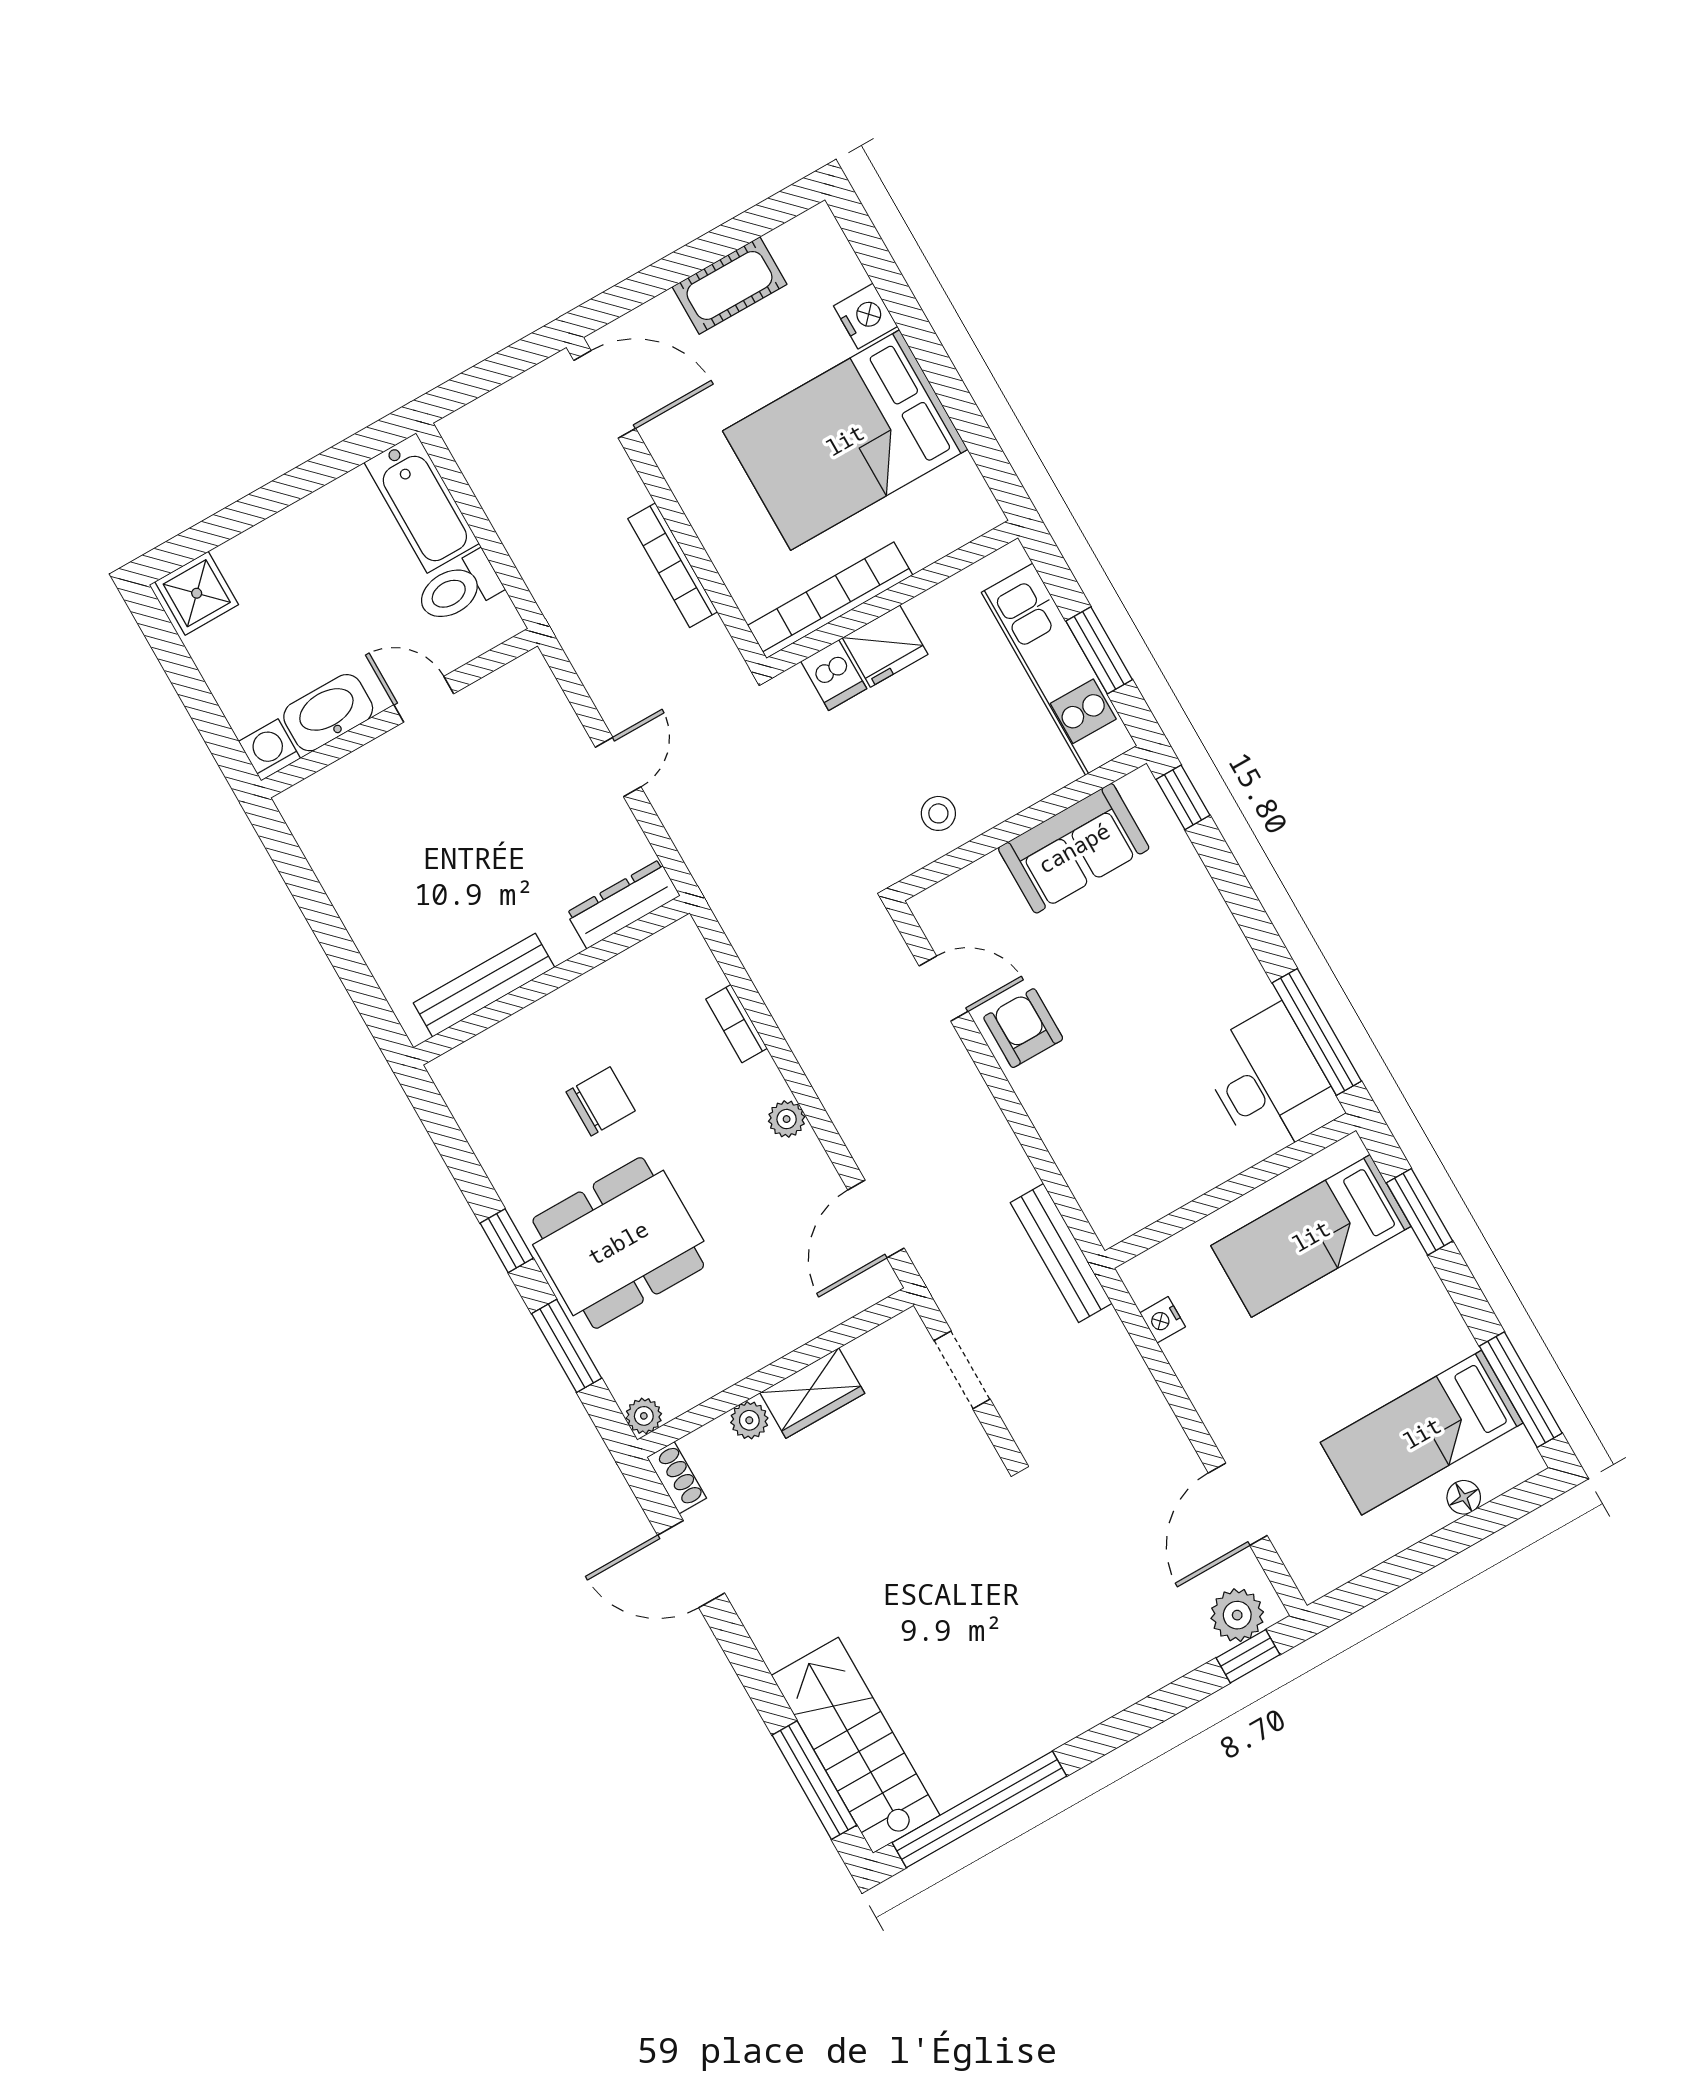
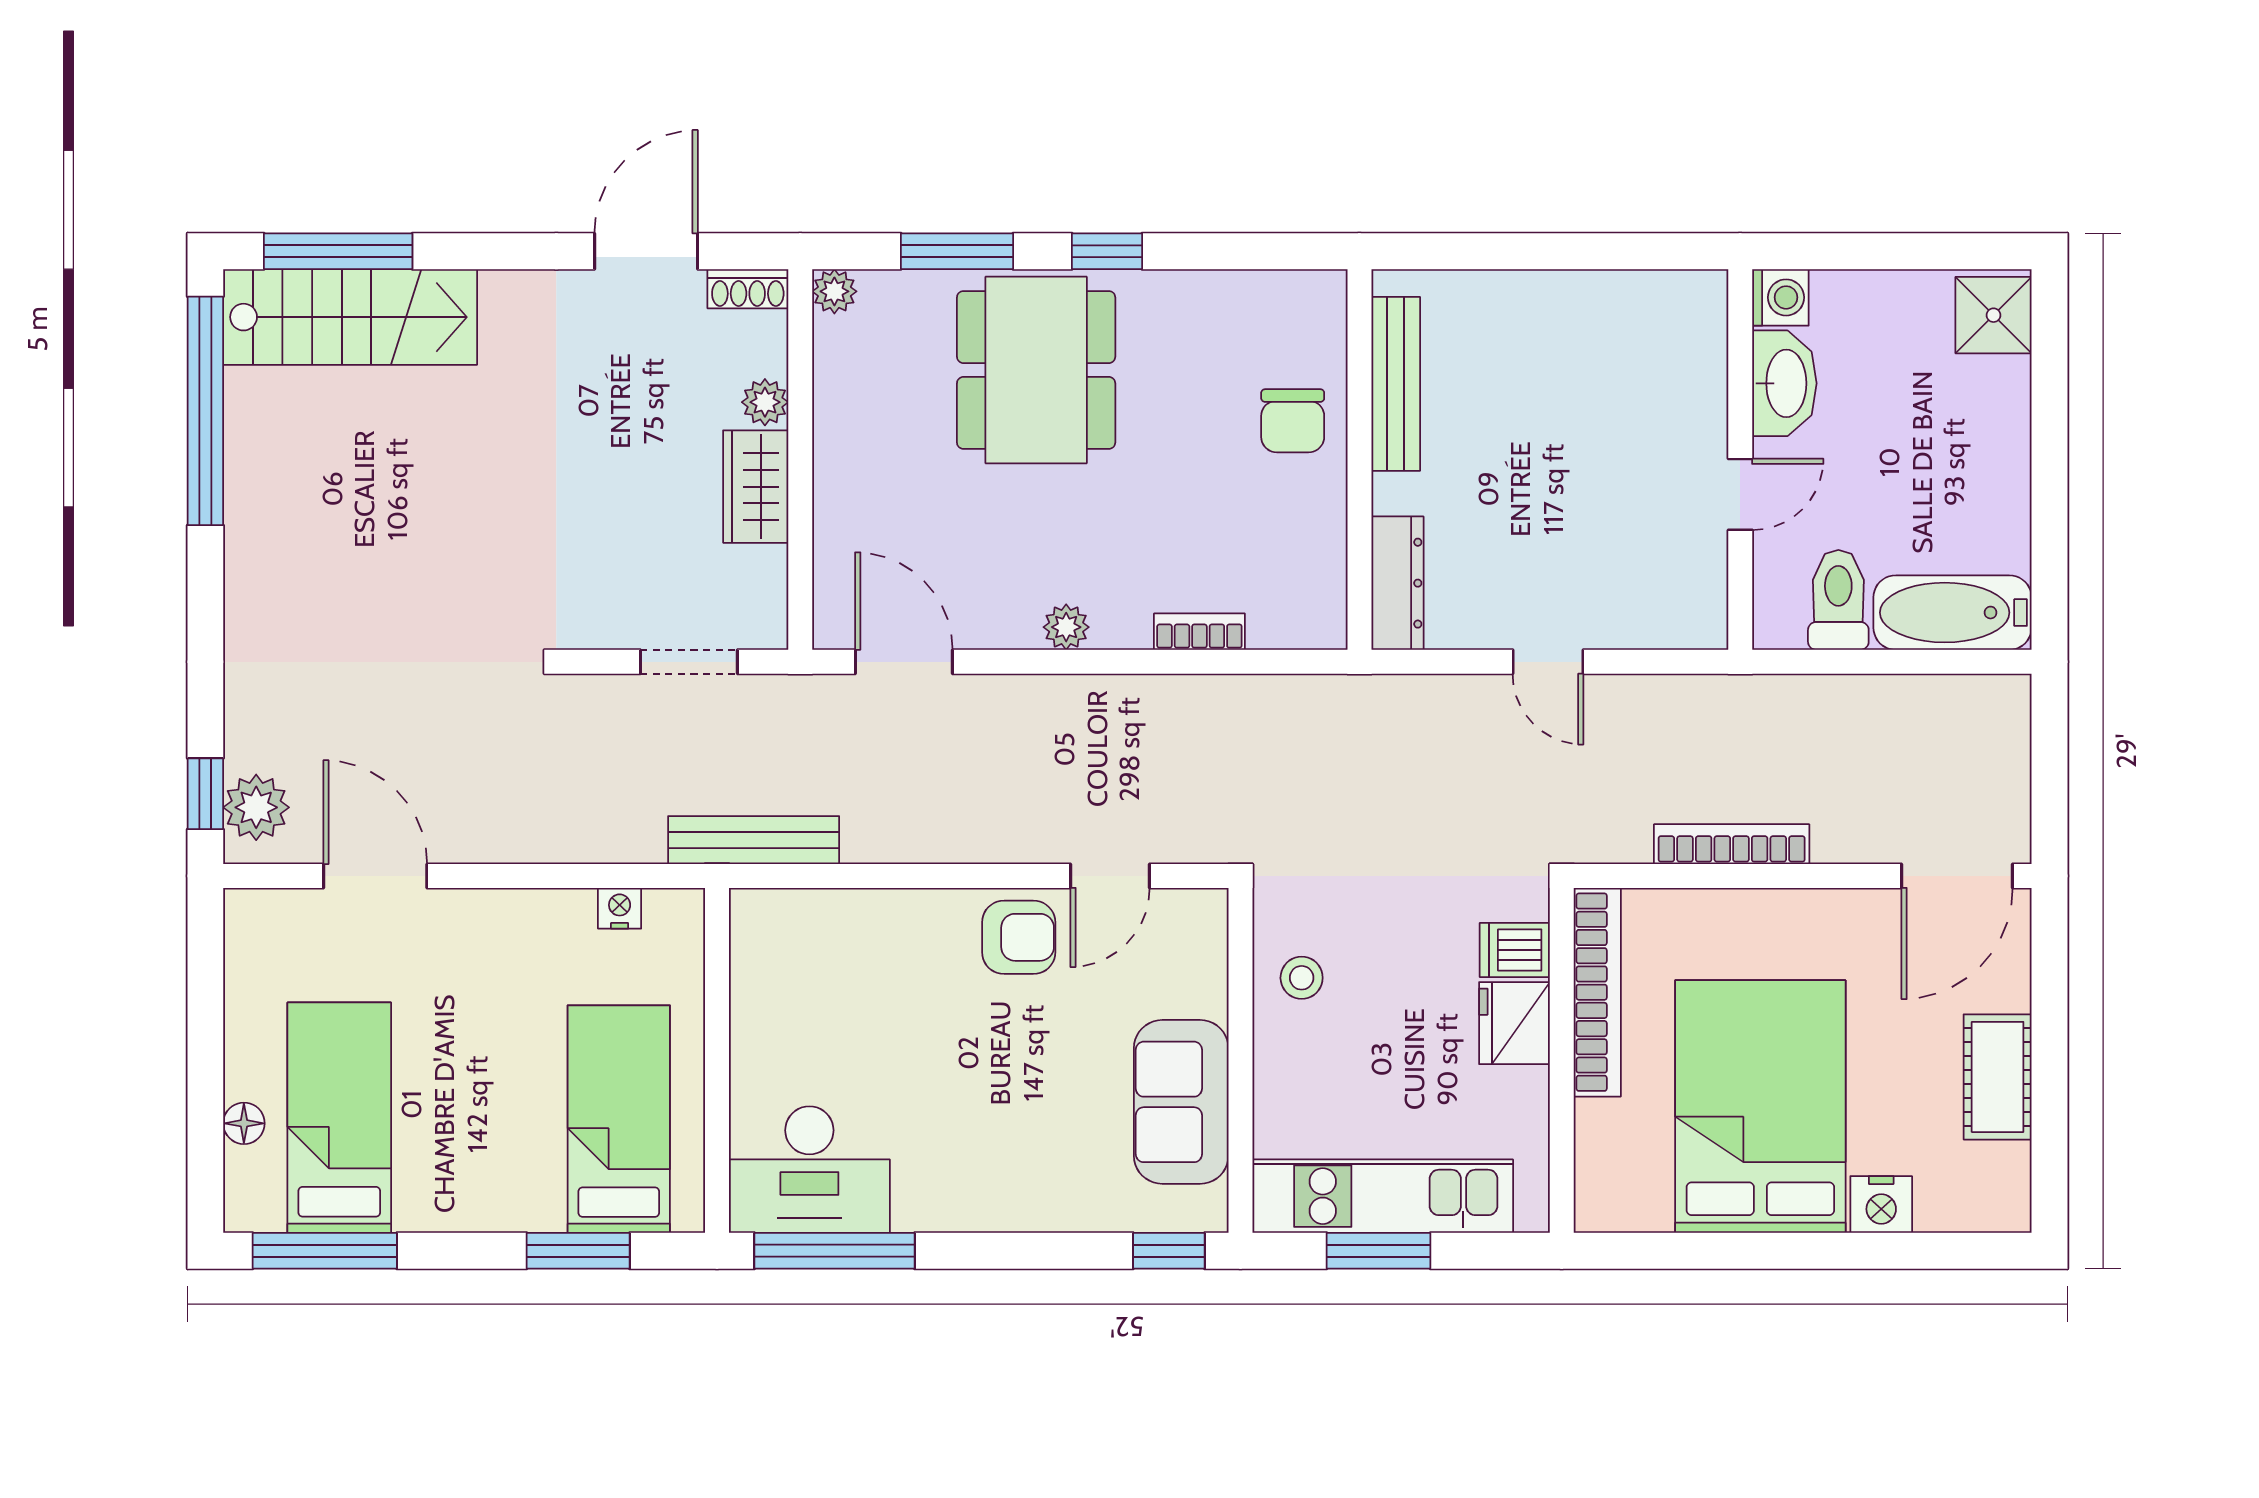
chair: (601, 1101) -> (1293, 421), moved

